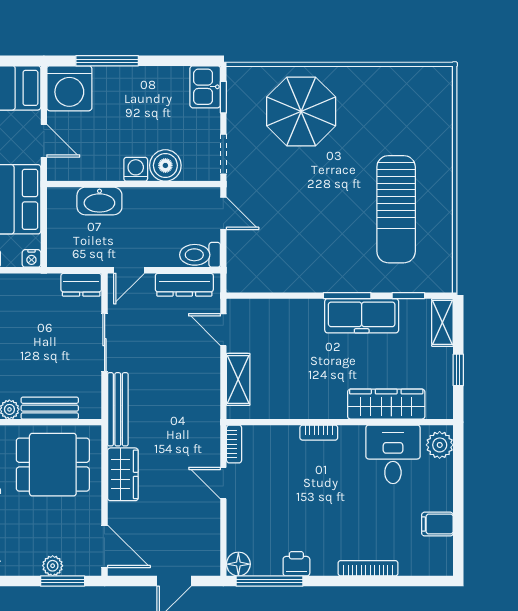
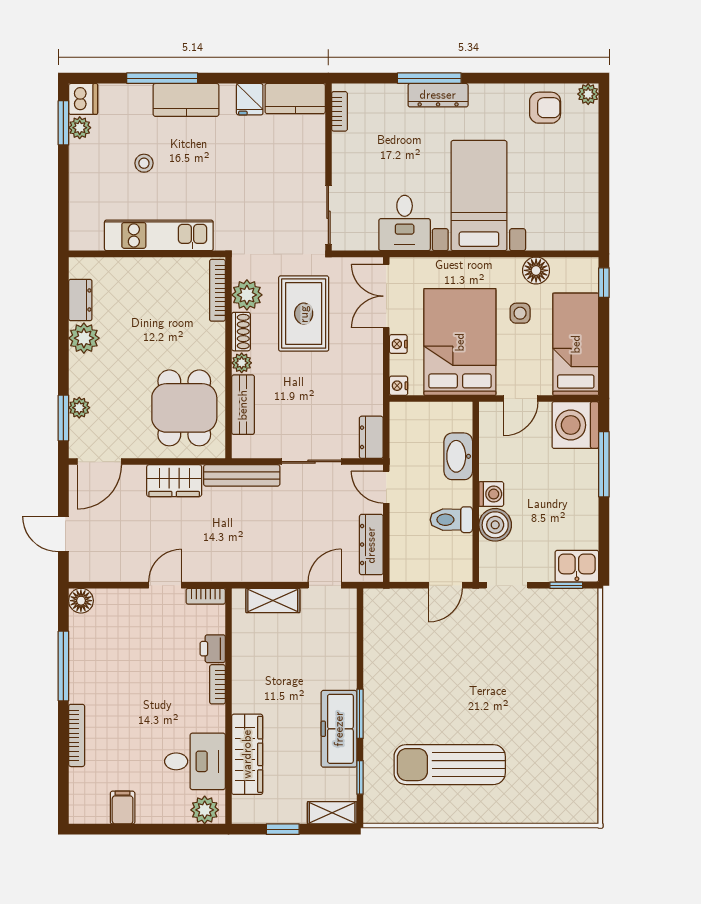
parasol: (301, 111) -> (551, 666), removed
toilet: (200, 255) -> (451, 520), moved, turned -90
printer: (296, 564) -> (213, 649), moved, turned 180
window: (270, 581) -> (63, 666), moved

